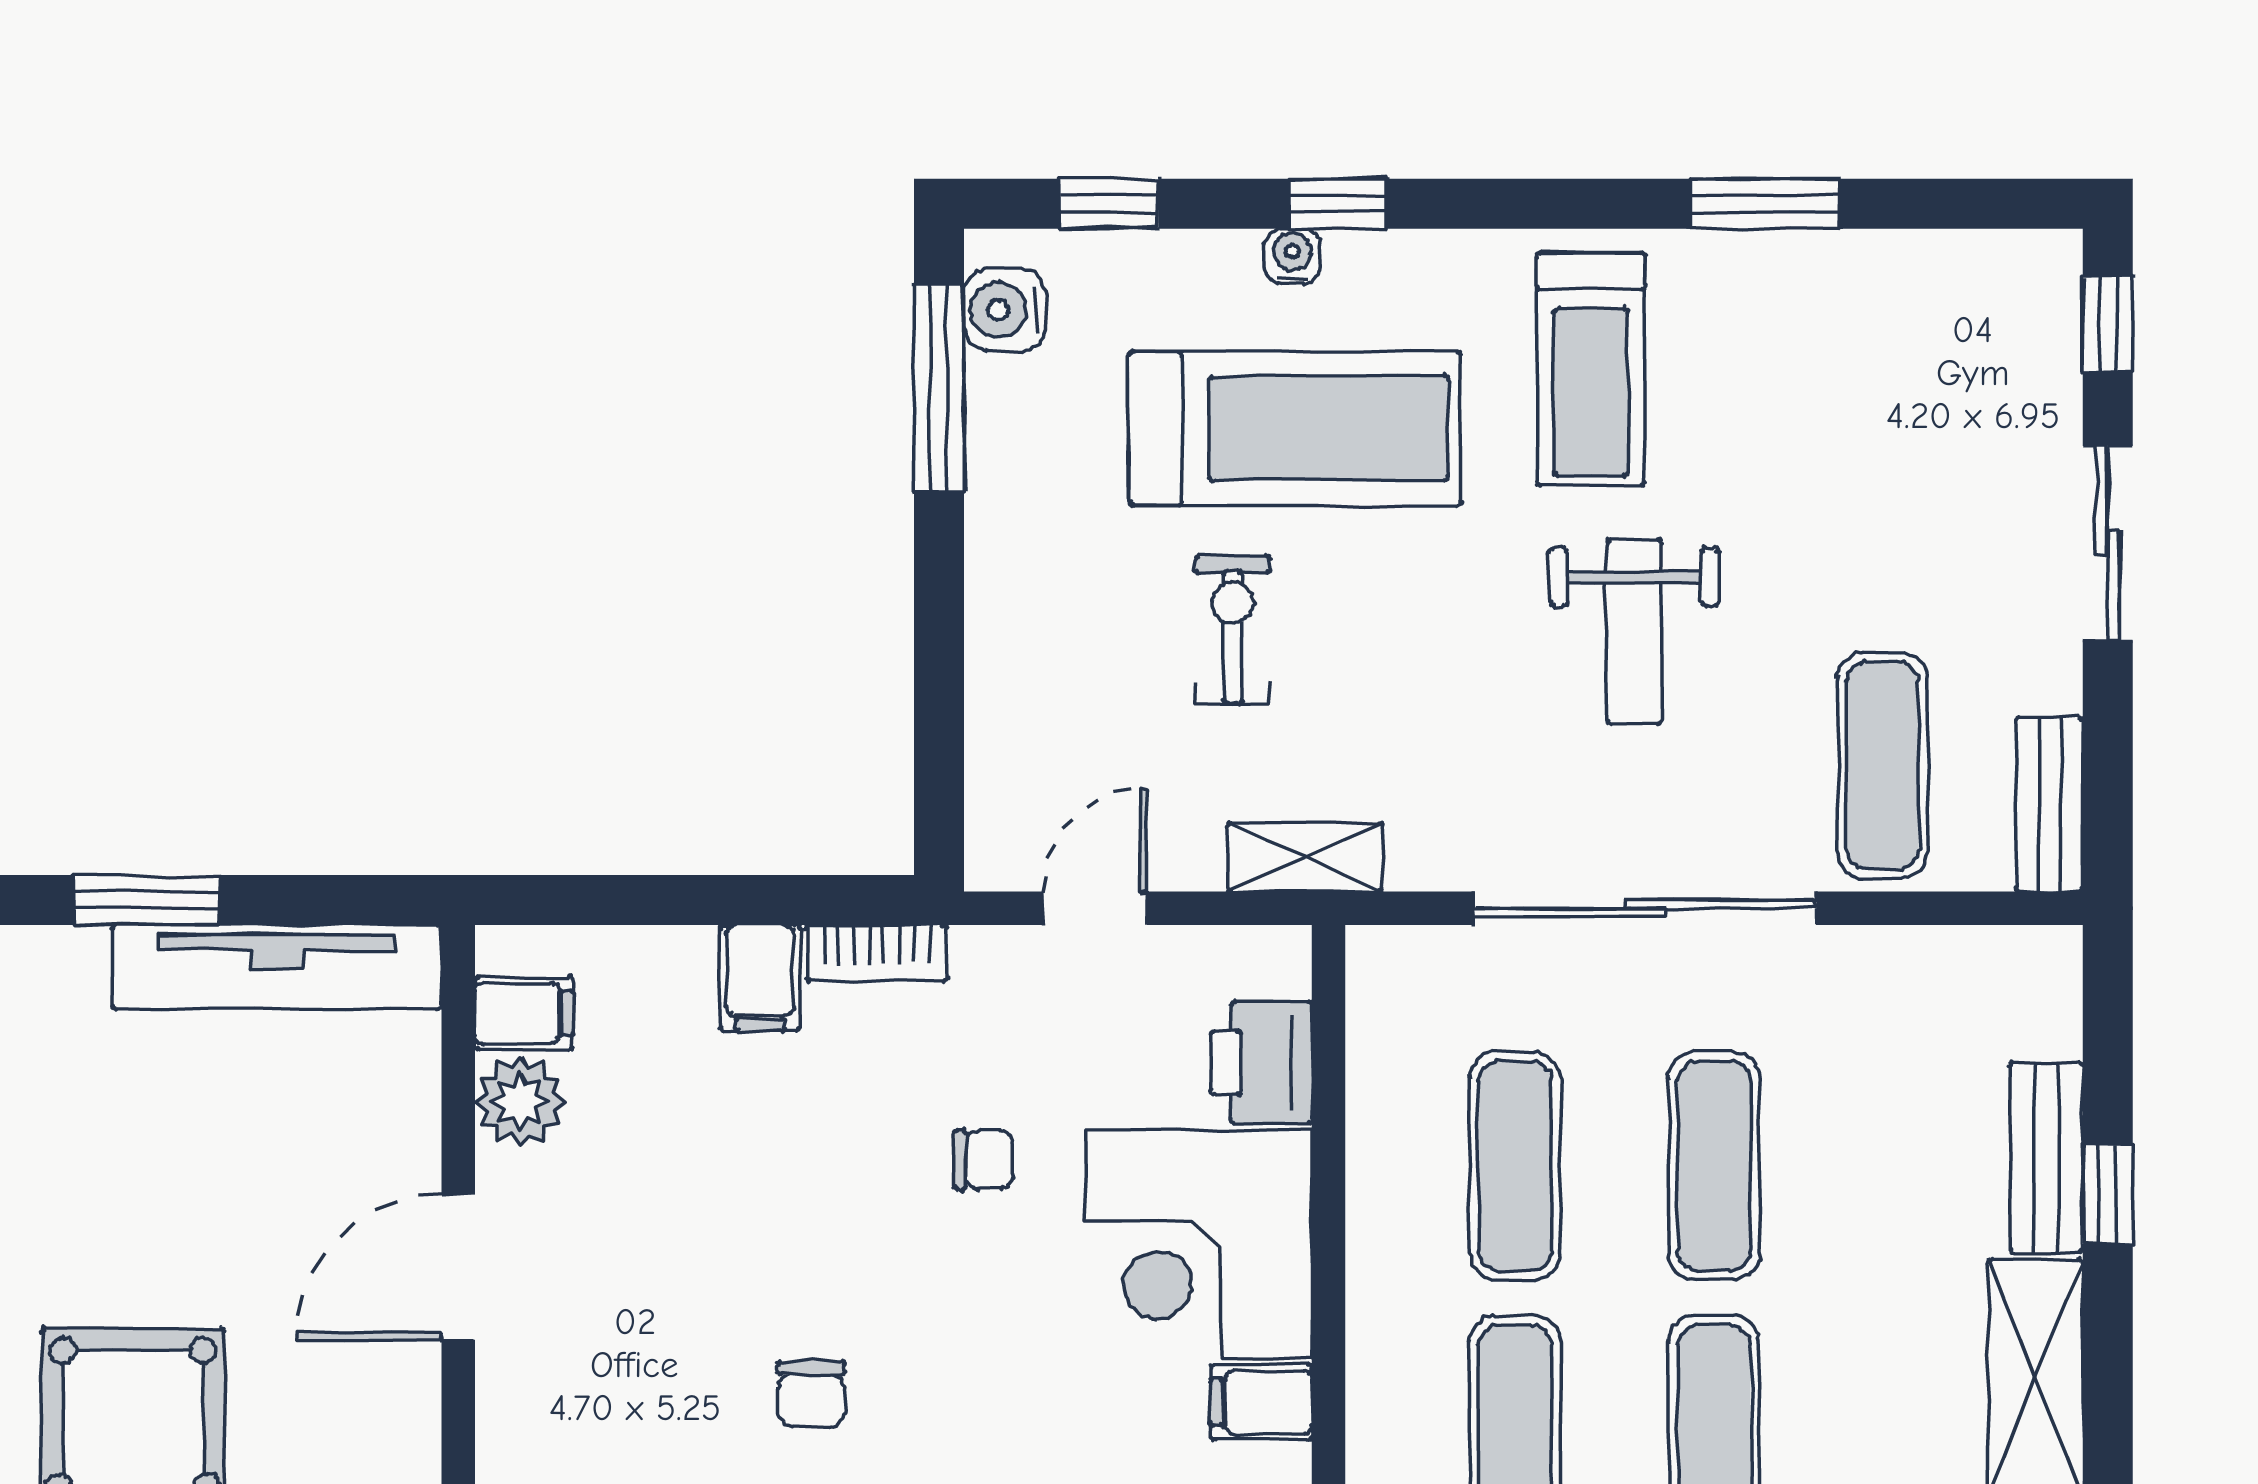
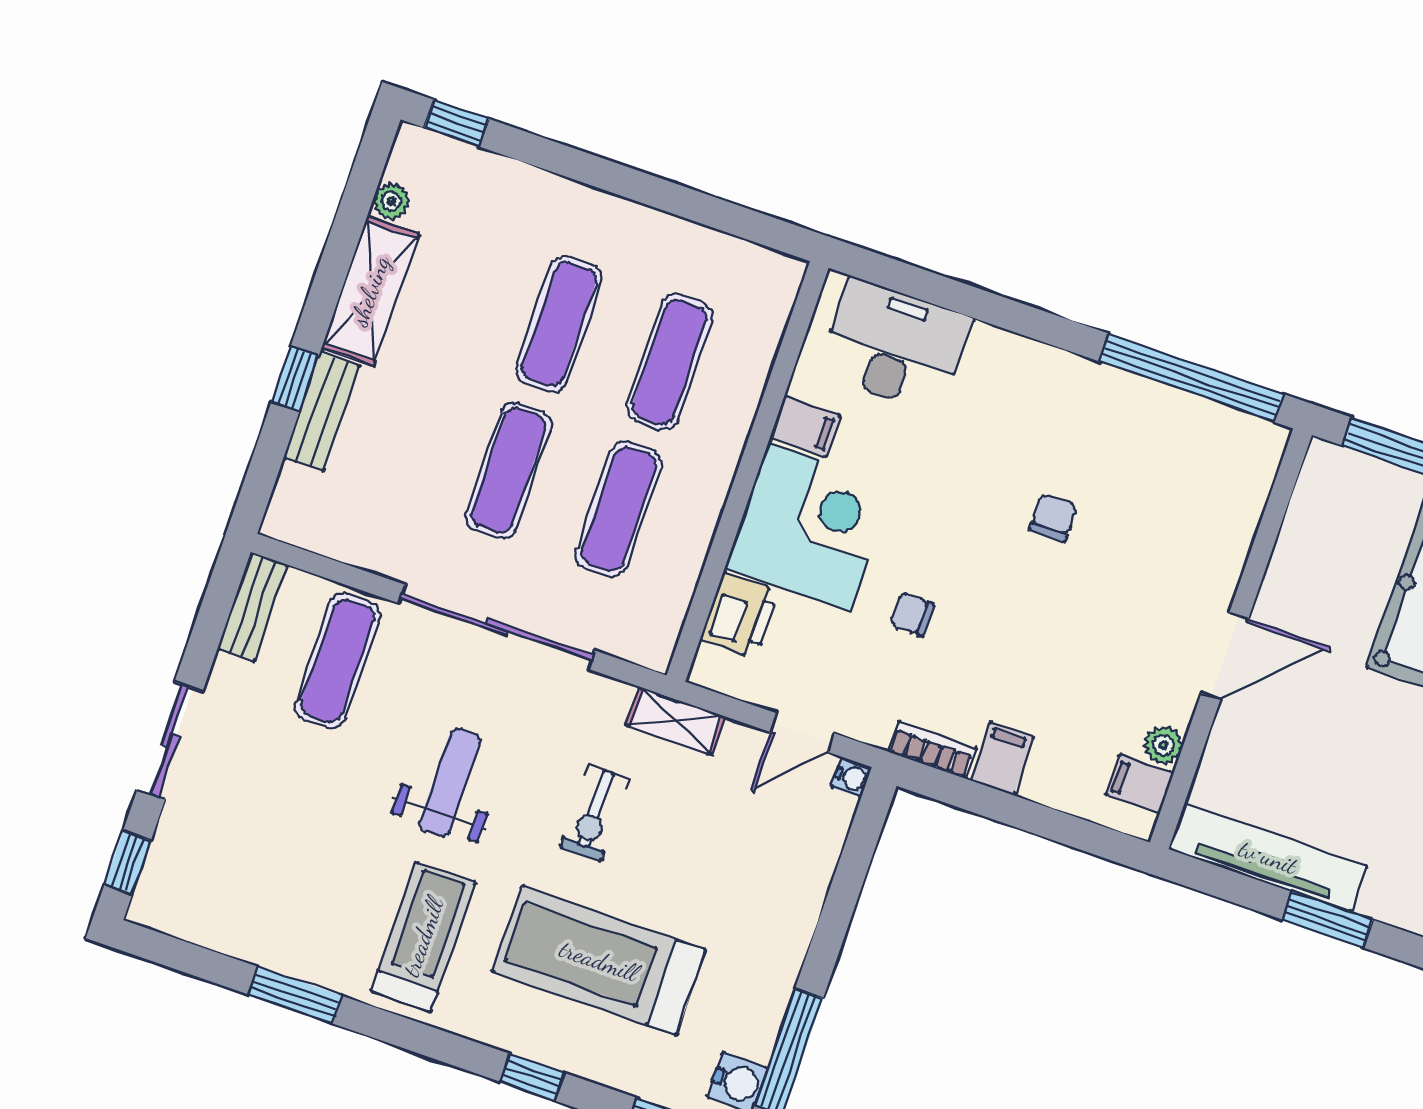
water cooler: (1292, 256) -> (851, 777), moved, turned -90
exercise bike: (1233, 629) -> (595, 813), moved
plant: (520, 1102) -> (1163, 745), width x0.73, depth x0.73

